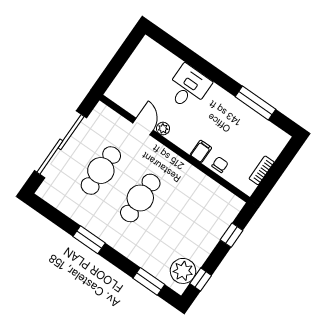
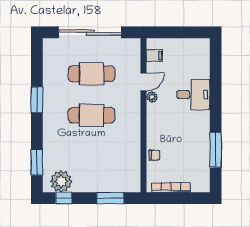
filing cabinet: (201, 151) -> (154, 56), moved
bookcase: (262, 170) -> (171, 187), width x1.56
window: (232, 235) -> (110, 198), width x1.50

